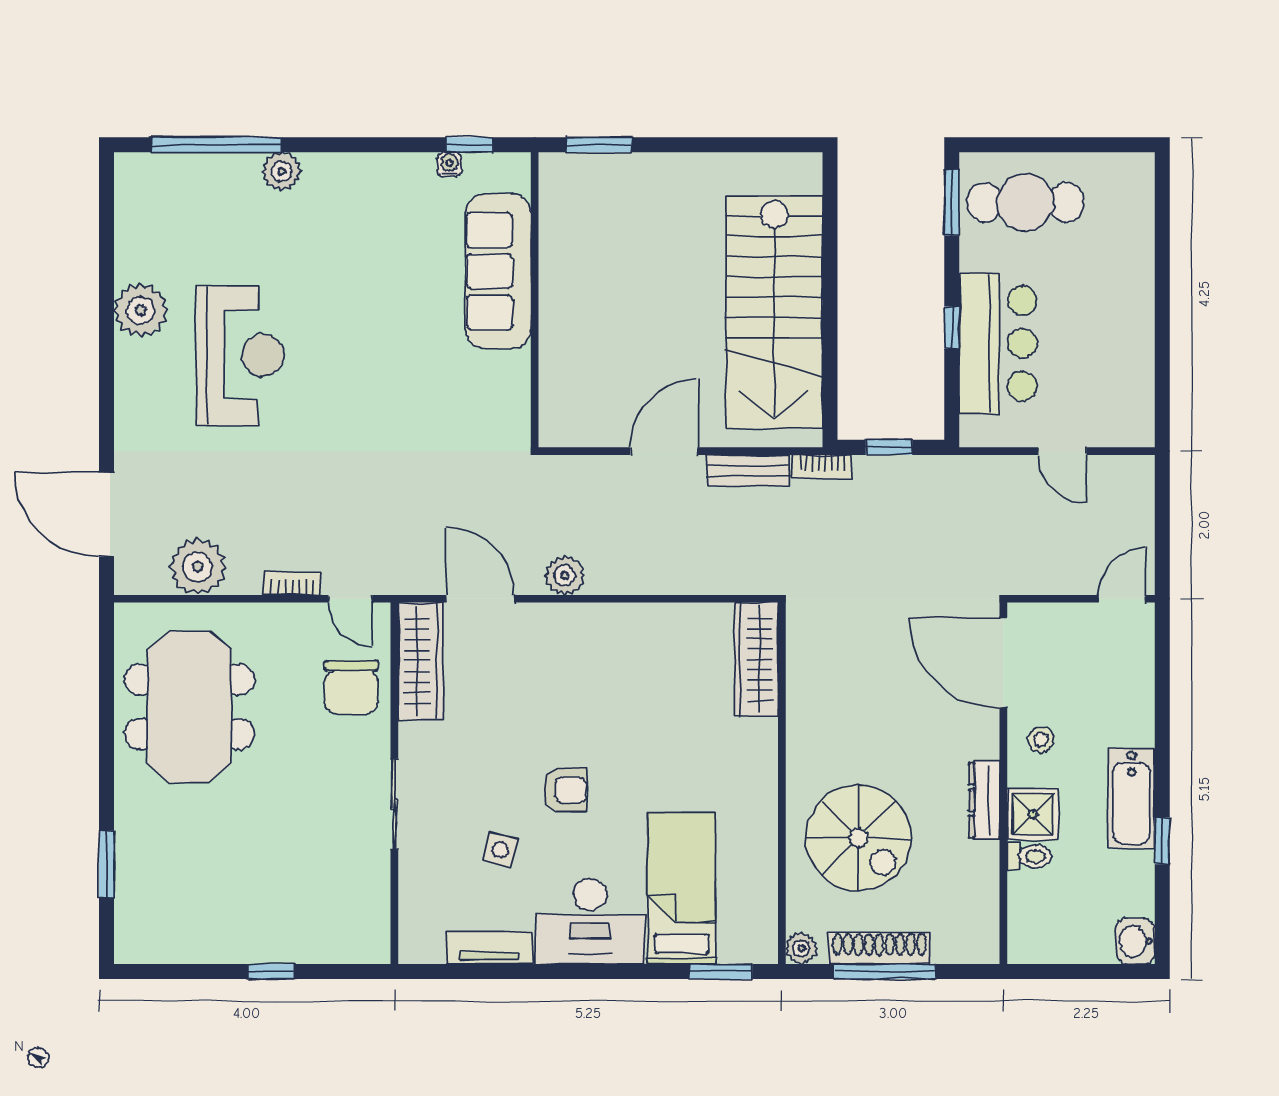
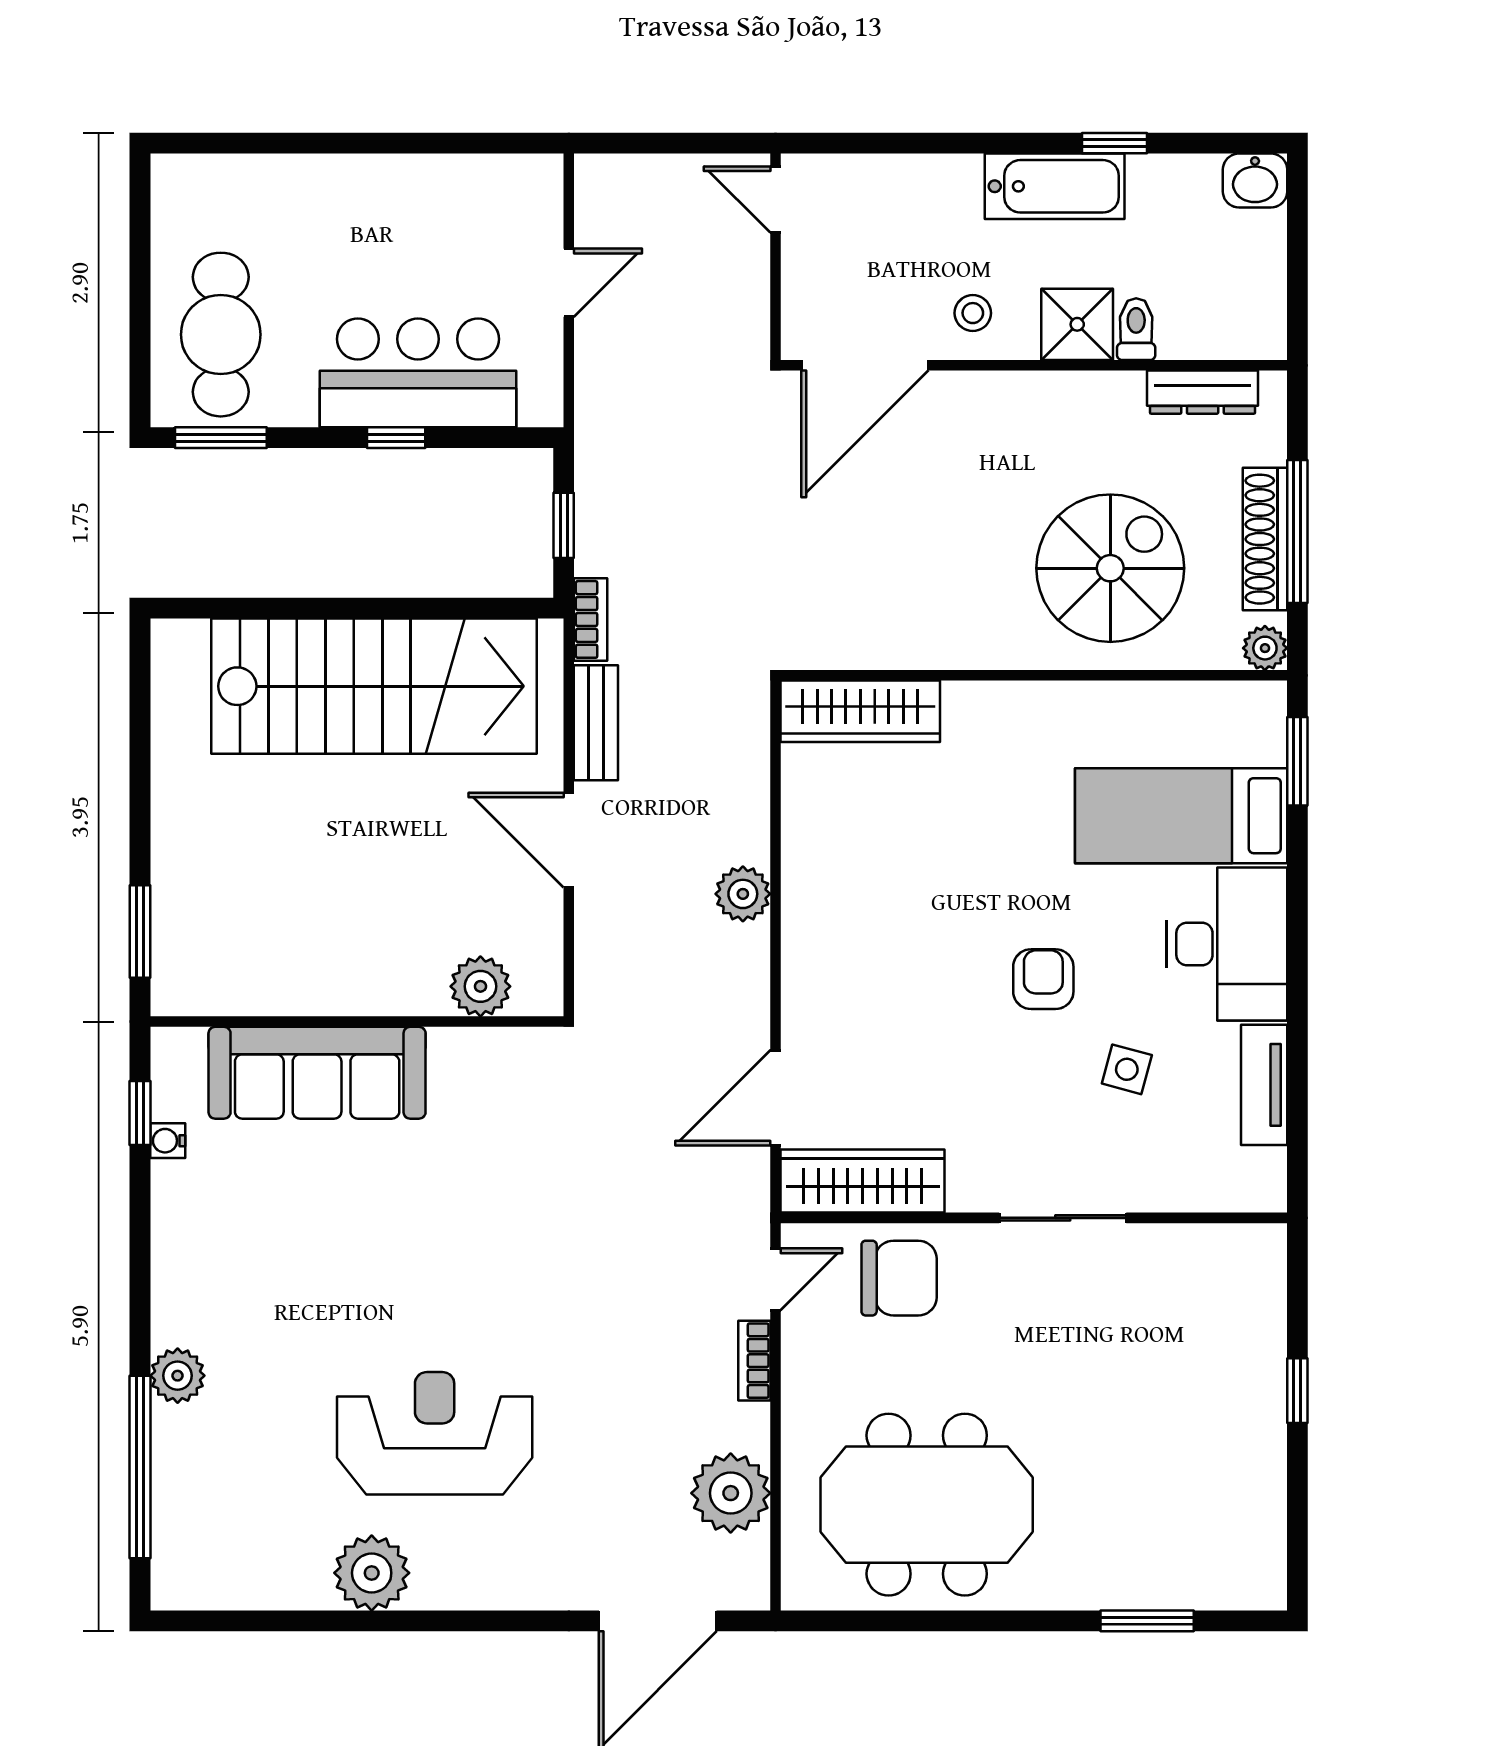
plant: (560, 388) -> (480, 986), added
plant: (565, 575) -> (743, 894), moved
dresser: (984, 800) -> (1203, 392), moved

